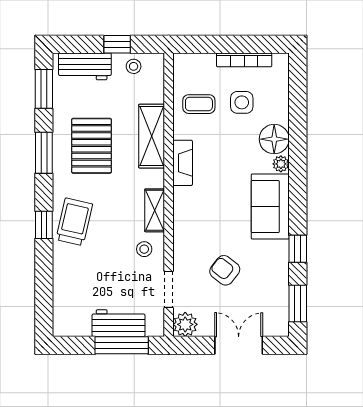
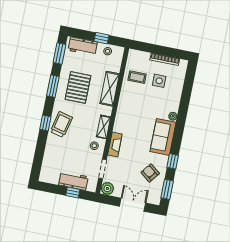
floor lamp: (274, 139) -> (172, 103), removed
fireplace: (183, 163) -> (115, 144), moved
armchair: (225, 270) -> (150, 173), moved
window: (122, 345) -> (73, 193), width x0.46

